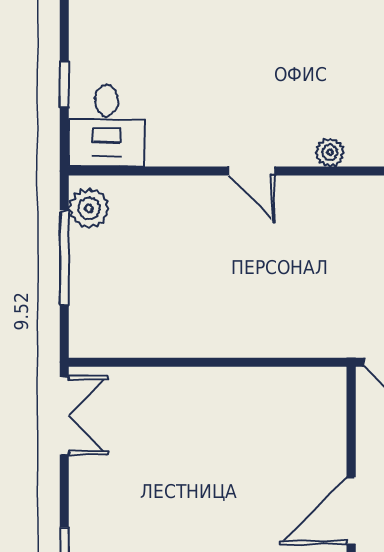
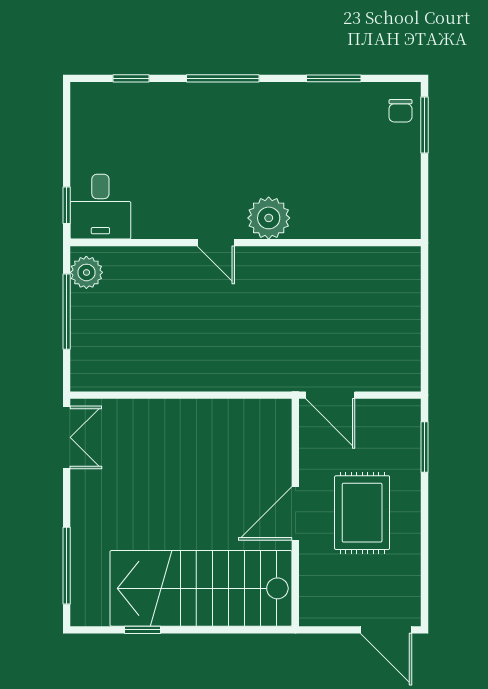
window: (64, 84) -> (67, 205), moved
plant: (330, 152) -> (269, 218), width x1.87, depth x1.87

